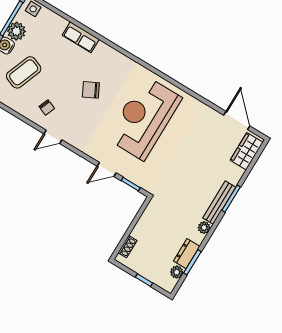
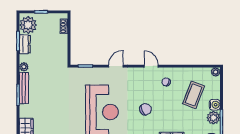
door: (53, 137) -> (151, 66), hinge flipped
door: (107, 169) -> (116, 66), moved
plant: (177, 272) -> (28, 25), width x1.88, depth x1.88

